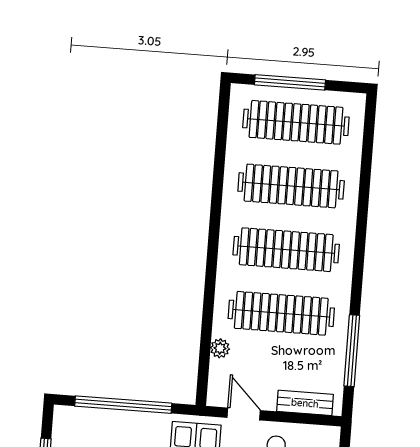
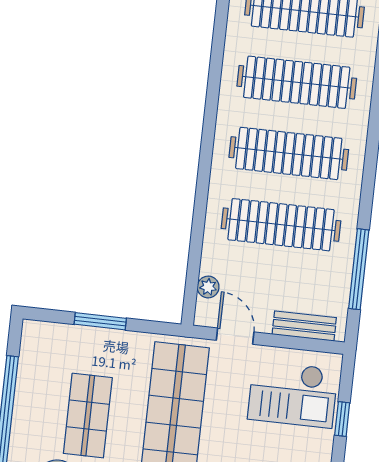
plant: (220, 348) -> (208, 287), moved
window: (123, 405) -> (100, 321), width x0.47

